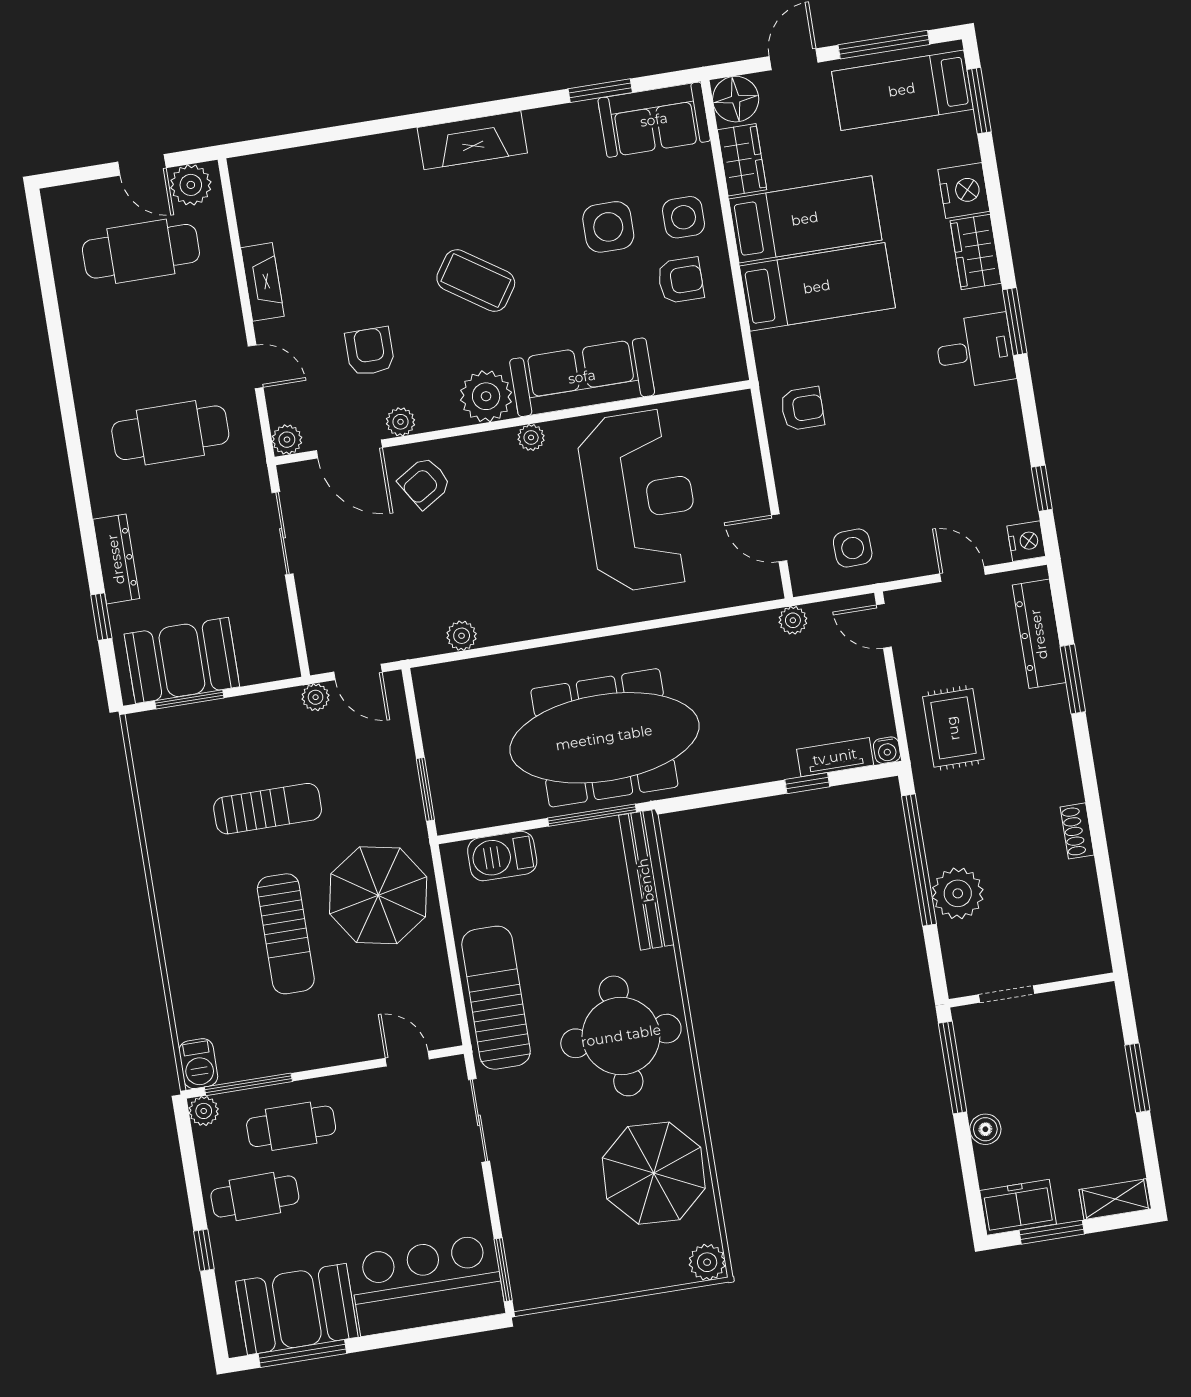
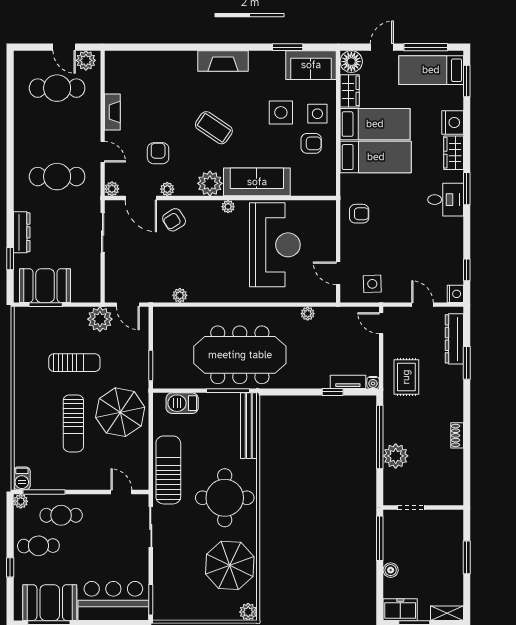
plant: (793, 620) -> (308, 314), moved
plant: (316, 697) -> (100, 319), width x1.87, depth x1.87

